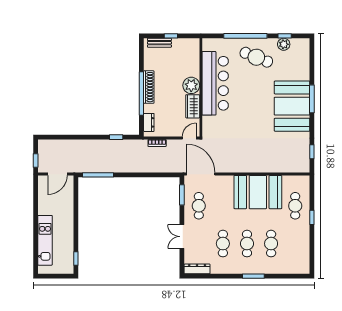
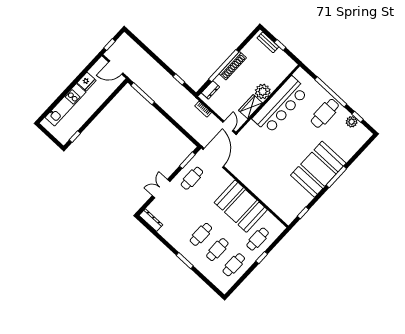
cafe table: (256, 57) -> (325, 113), turned 68
door: (189, 138) -> (228, 126), hinge flipped
fridge: (45, 206) -> (87, 82), added
cafe table: (223, 244) -> (234, 265), moved

